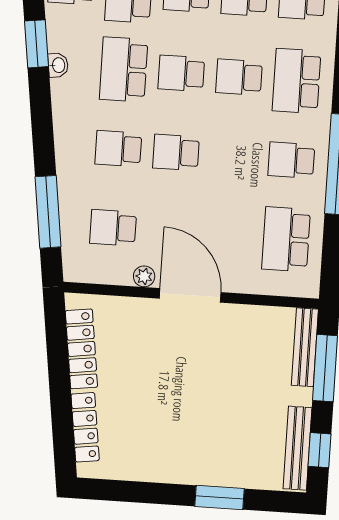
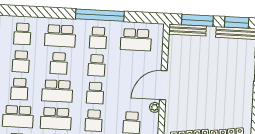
school desk: (181, 73) -> (57, 91), width x1.85
school desk: (234, 156) -> (97, 65), added
window: (320, 450) -> (237, 22), width x1.50

